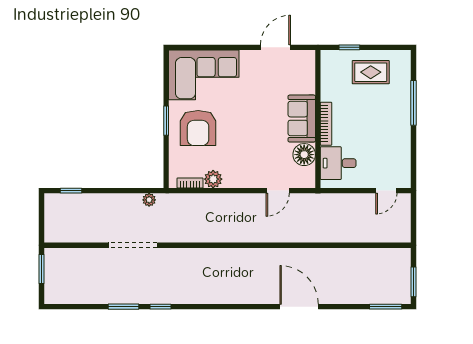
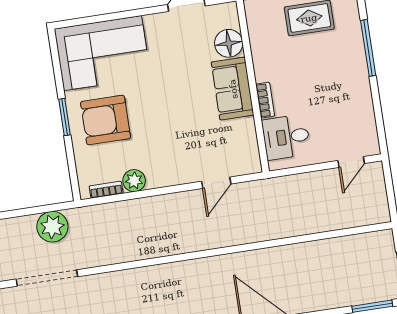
bookcase: (326, 124) -> (265, 100), width x0.64
armchair: (198, 128) -> (106, 120), turned 90
floor lamp: (304, 155) -> (229, 43), moved
plant: (149, 200) -> (52, 227), width x1.88, depth x1.88

